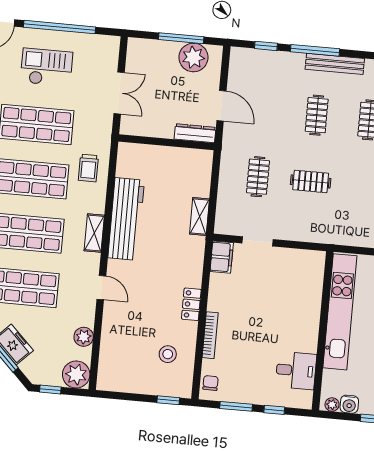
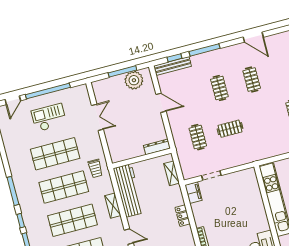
bench: (335, 64) -> (172, 66), moved
dresser: (195, 133) -> (157, 147), moved
wall: (166, 142) -> (142, 158), moved
locker: (191, 304) -> (183, 216), moved

